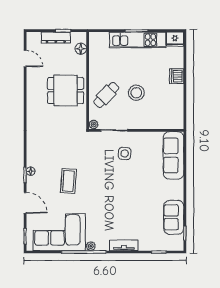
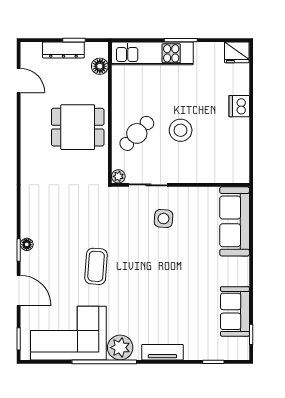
kitchen unit: (138, 40) -> (152, 53), moved
coffee table: (68, 181) -> (96, 266), moved
plant: (91, 246) -> (120, 348), width x1.88, depth x1.88

